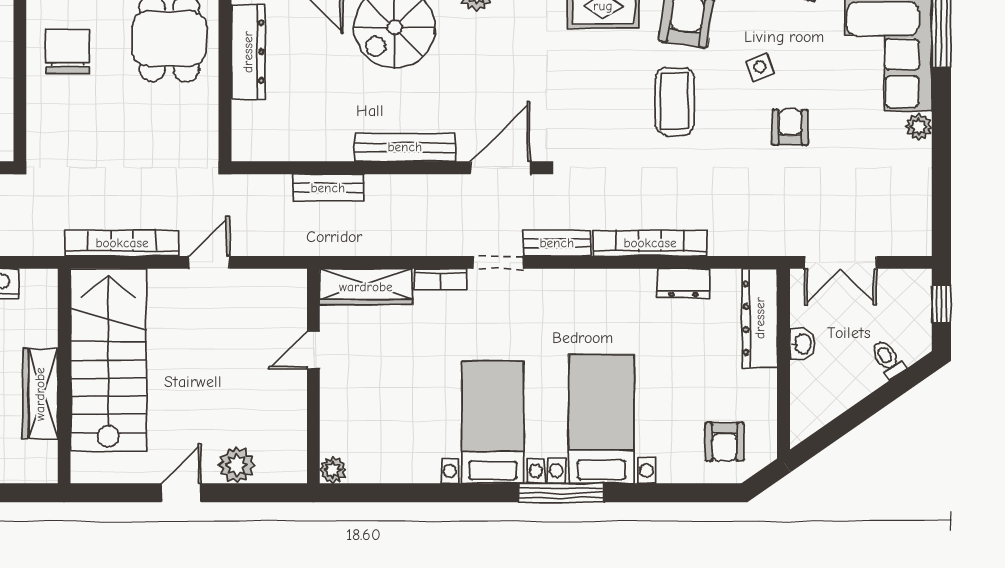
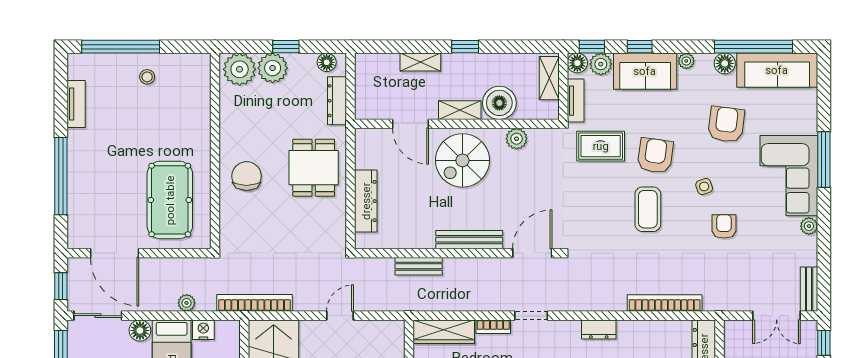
dresser: (248, 52) -> (366, 201), moved
bookcase: (122, 243) -> (254, 303), moved
bench: (557, 243) -> (809, 289), moved, turned 90
bookcase: (650, 243) -> (665, 303), moved
double door: (840, 262) -> (777, 316), moved
dresser: (683, 283) -> (599, 329), moved

